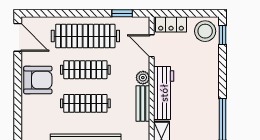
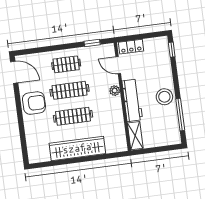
stool: (205, 31) -> (164, 97), moved
clothes rail: (85, 36) -> (66, 64), width x0.54, depth x0.76
bench: (143, 103) -> (117, 110), removed

